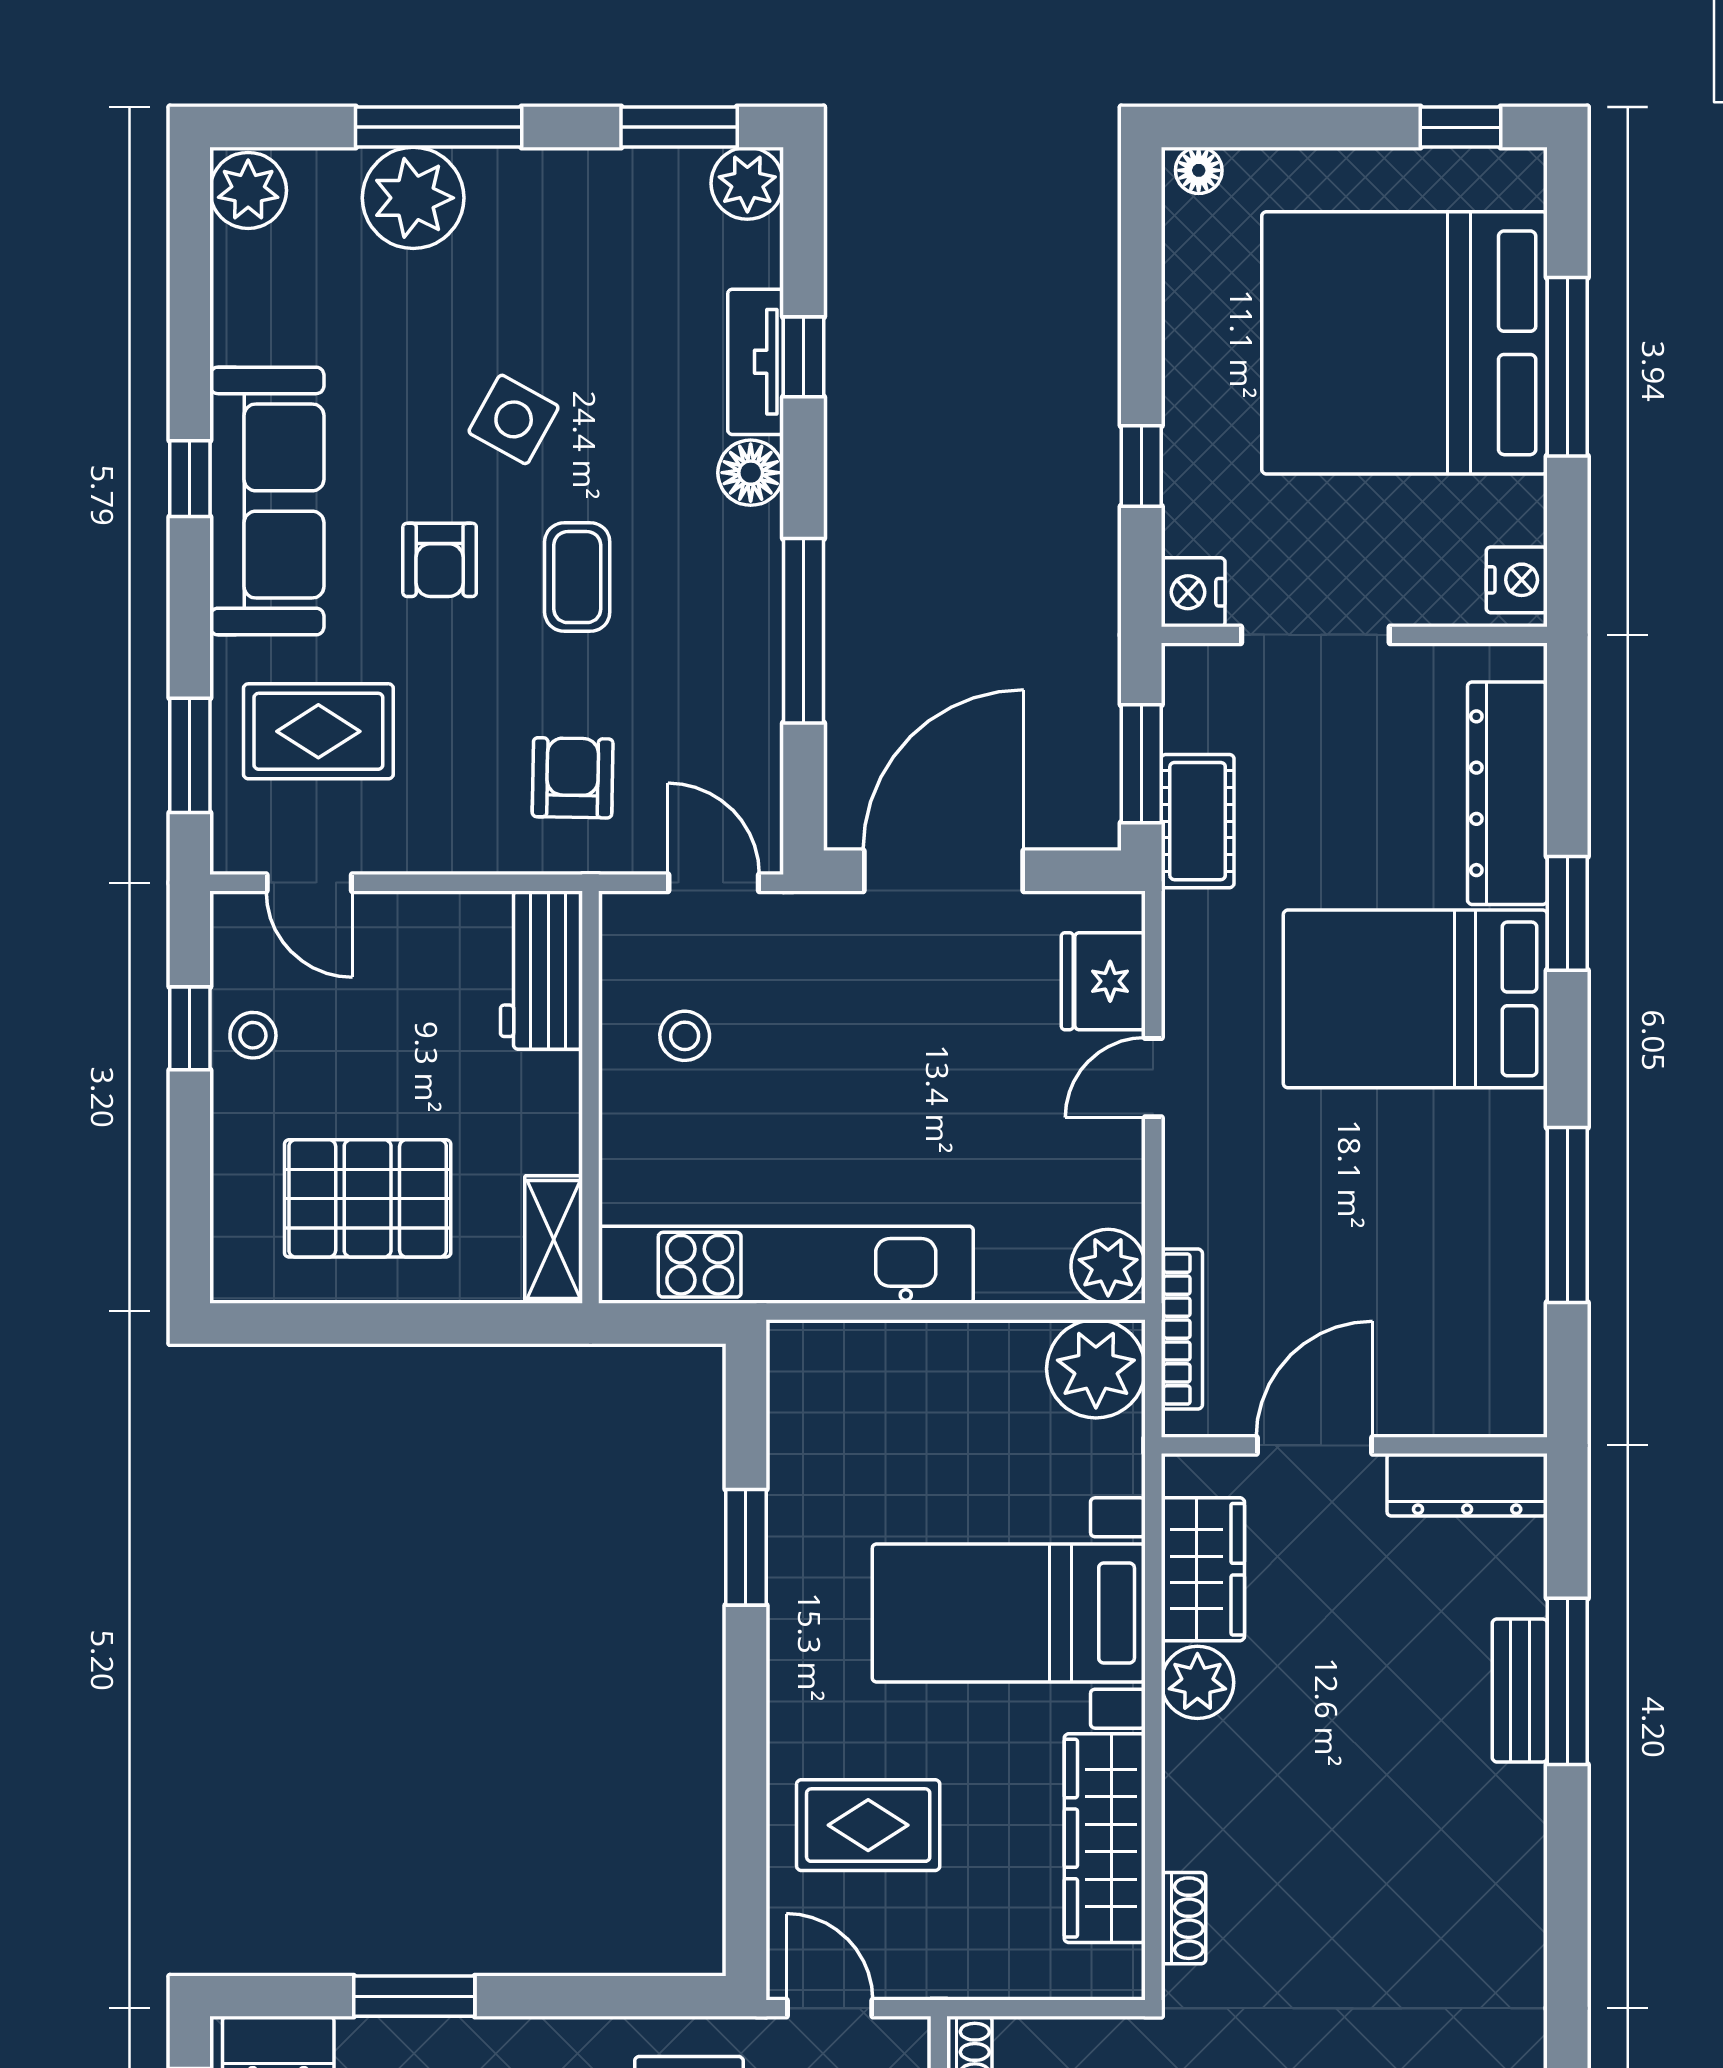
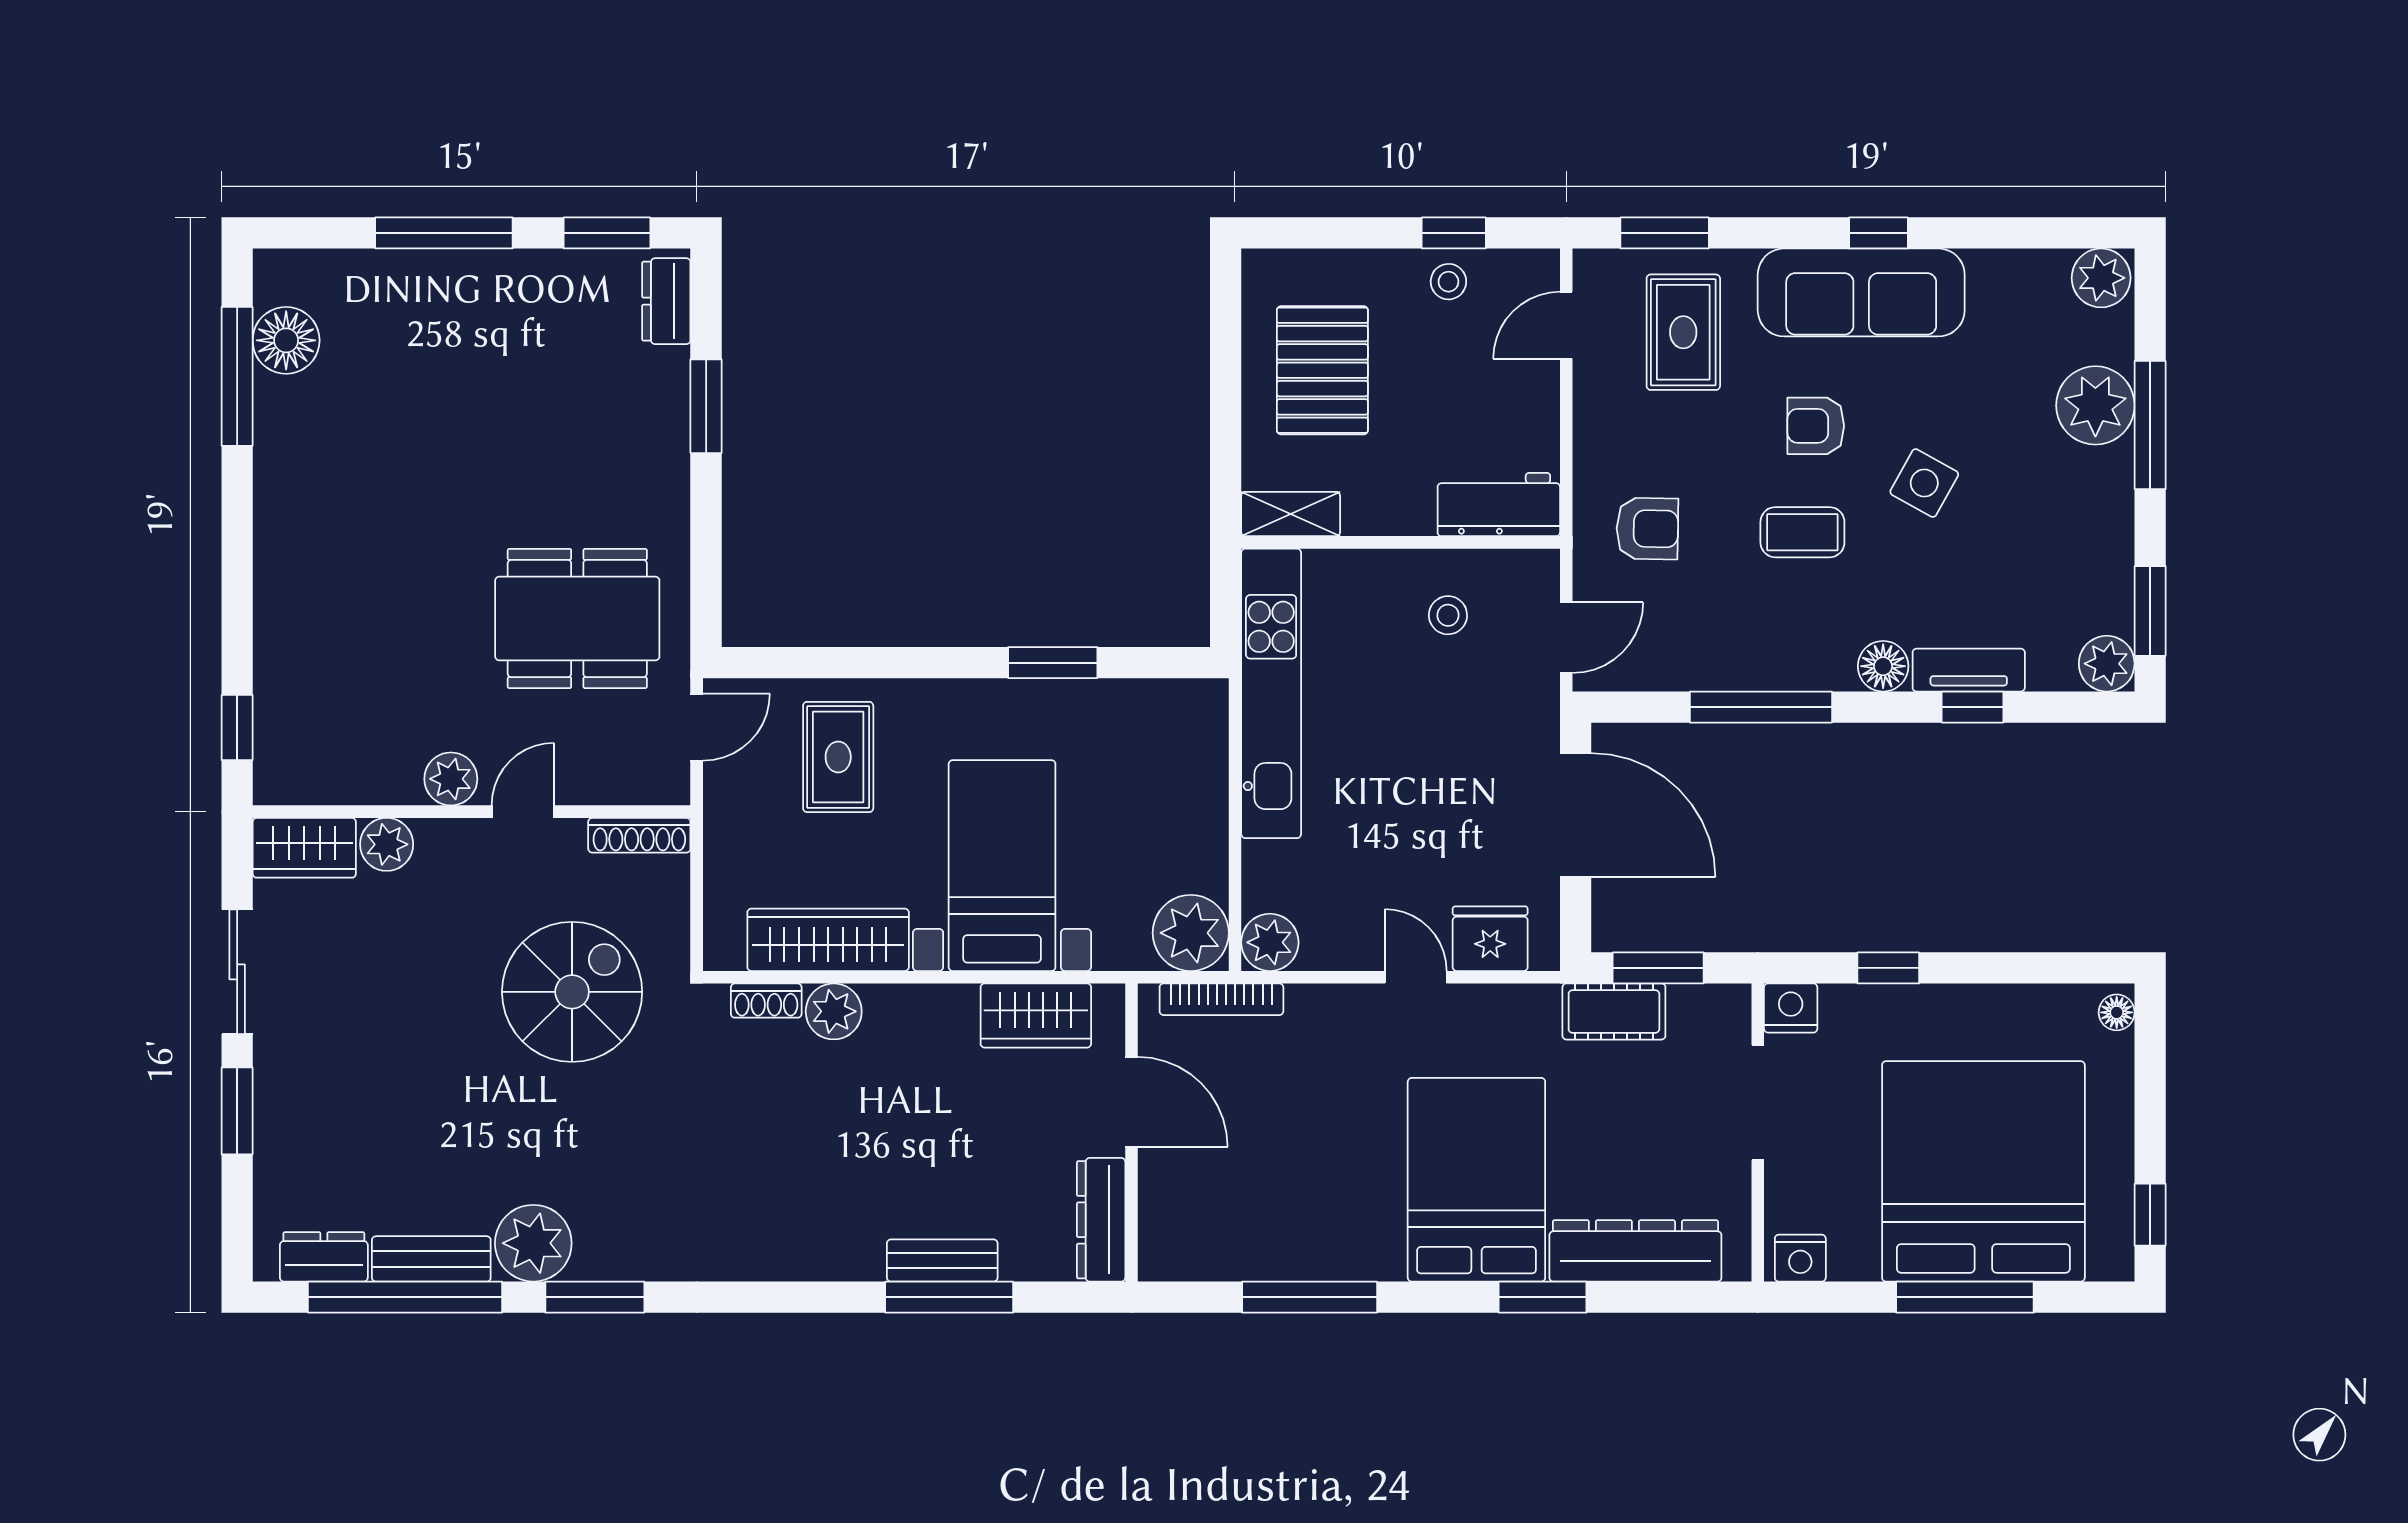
plant: (1197, 1682) -> (834, 1011), moved

